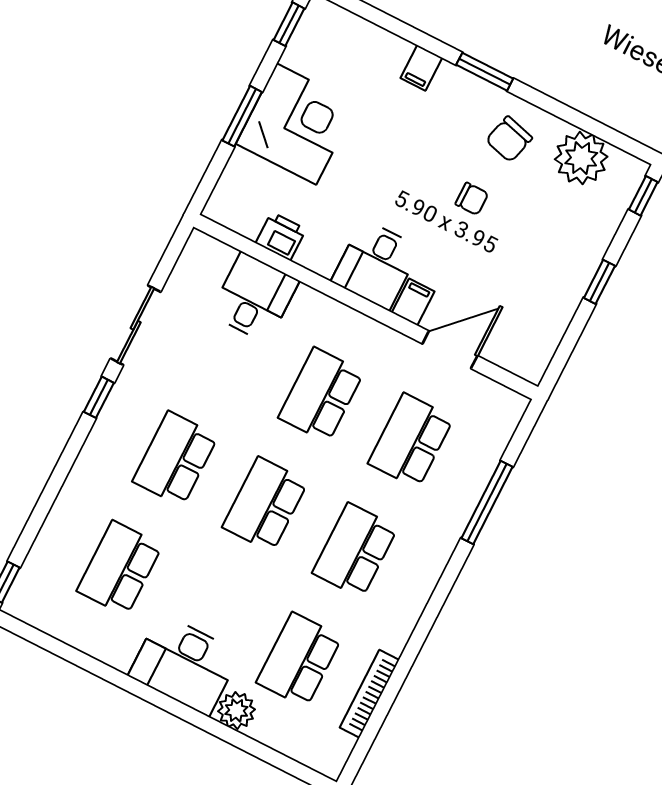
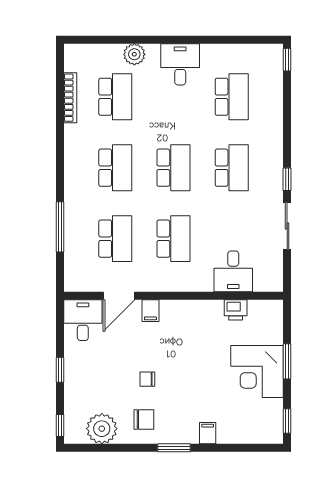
chair: (509, 139) -> (144, 419), turned 75
desk: (376, 265) -> (83, 320), moved
desk: (185, 664) -> (180, 64), width x0.73

